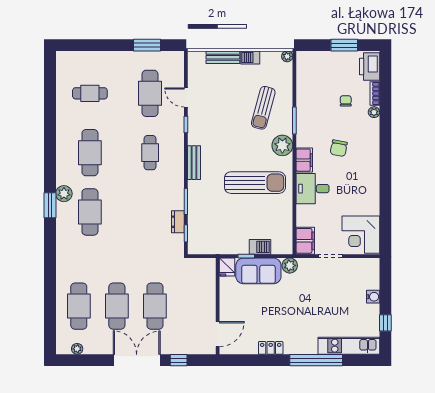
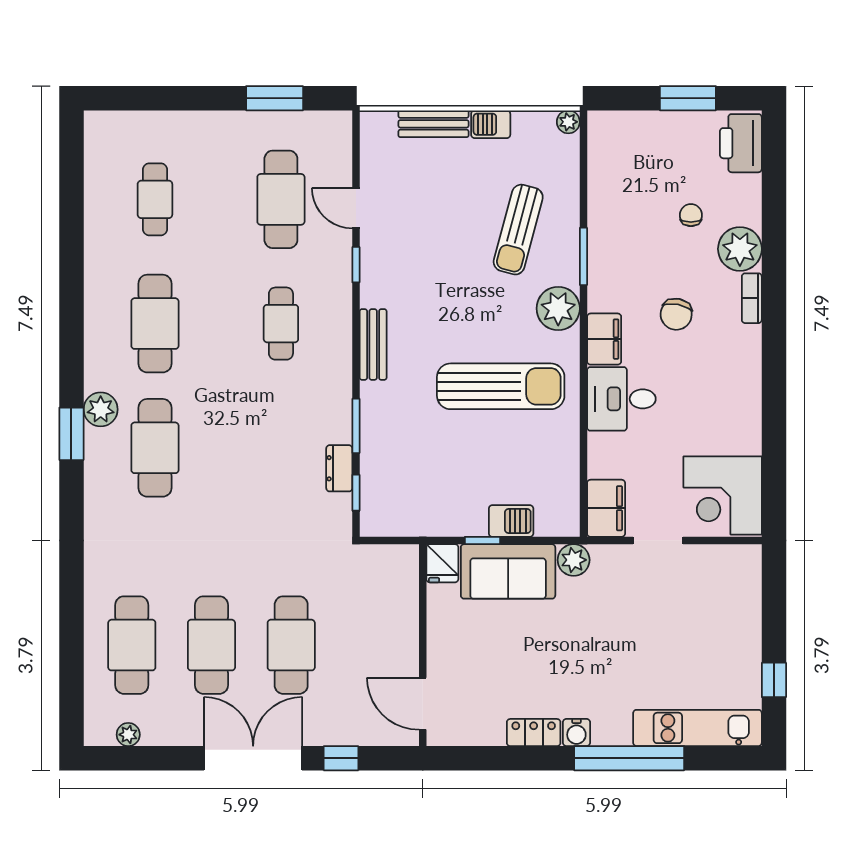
cafe table: (90, 93) -> (155, 199), turned 90
bookcase: (375, 93) -> (752, 298), moved
plant: (374, 112) -> (740, 249), width x1.88, depth x1.88
water cooler: (373, 297) -> (576, 732), moved, turned 90
door: (218, 334) -> (423, 704), swing flipped

